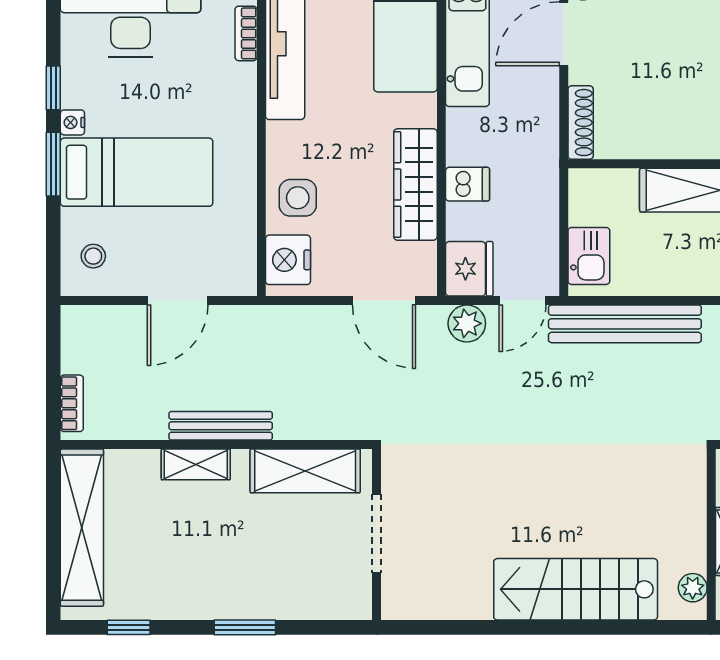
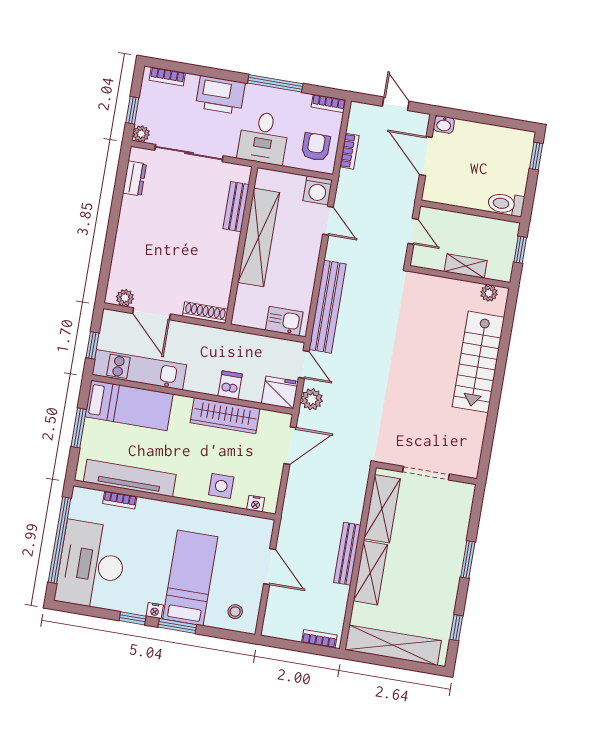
nightstand: (288, 260) -> (256, 504), width x0.53, depth x0.56
shelving: (196, 464) -> (370, 573), width x1.50, depth x1.33

